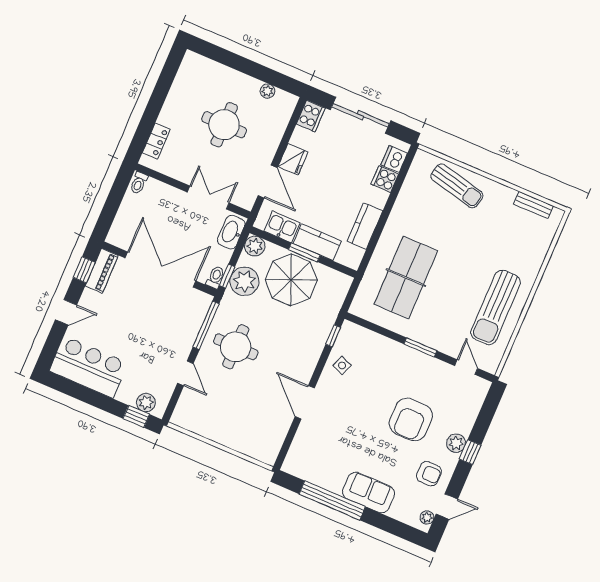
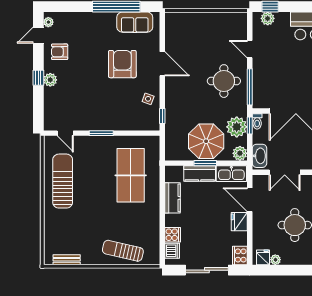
fridge: (282, 101) -> (263, 257), added
kitchen sink: (282, 227) -> (231, 174), width x1.38
armchair: (411, 419) -> (122, 64), moved
sofa: (368, 492) -> (135, 22), moved

